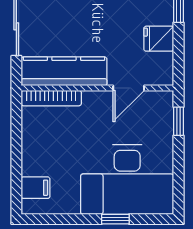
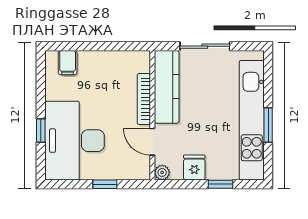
plant: (165, 77) -> (162, 172), added
bookcase: (51, 98) -> (144, 99), moved
window: (178, 121) -> (105, 184), moved

